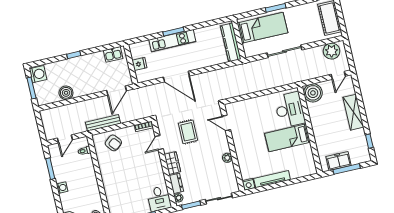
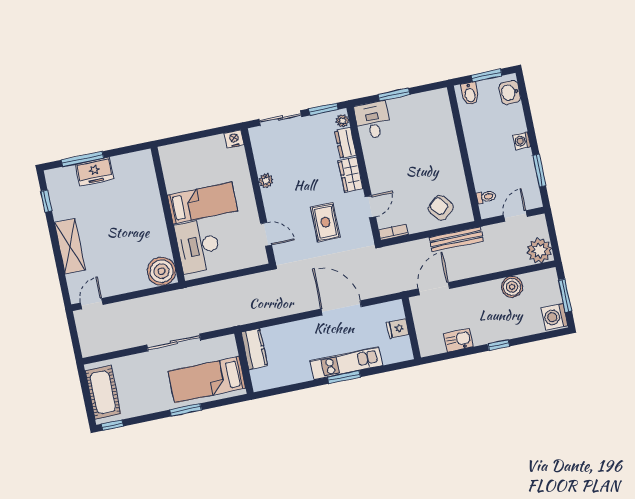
kitchen counter: (231, 42) -> (254, 349), width x0.67
plant: (332, 51) -> (539, 250), moved
kitchen sink: (113, 54) -> (458, 340), moved
boiler: (313, 93) -> (162, 271), moved
desk: (290, 110) -> (198, 246), moved
wall: (310, 130) -> (168, 215), moved
bed: (288, 138) -> (202, 203), moved
tv unit: (272, 179) -> (198, 146), removed

